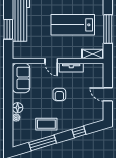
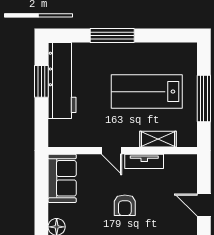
window: (8, 29) -> (41, 81), moved
shelving: (93, 54) -> (158, 139), moved

